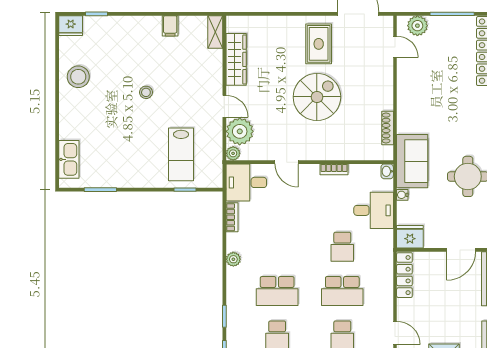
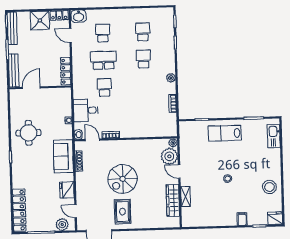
filing cabinet: (170, 26) -> (242, 219), moved
shelving: (215, 32) -> (186, 197), moved
lab bench: (181, 154) -> (225, 133), moved, turned -90
sofa: (412, 161) -> (63, 156), moved
door: (287, 162) -> (92, 140), moved
desk: (246, 182) -> (164, 125), removed
fridge: (410, 237) -> (67, 190), moved, turned 90
school desk: (277, 291) -> (143, 59), width x0.54

